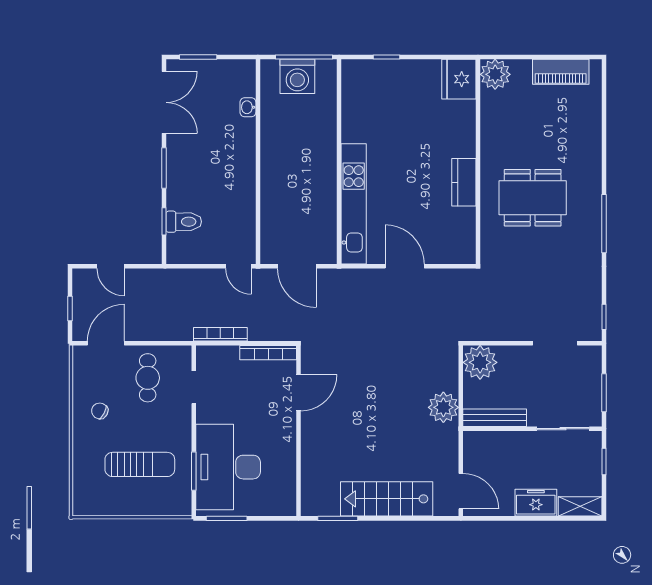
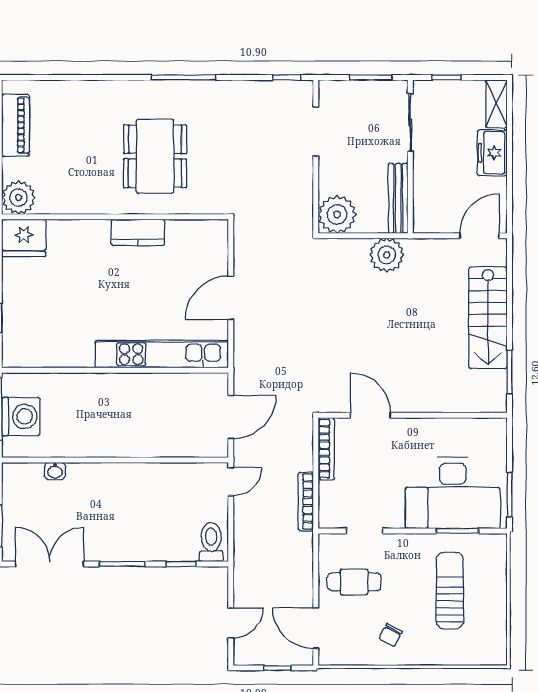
toilet: (184, 222) -> (211, 542), moved

